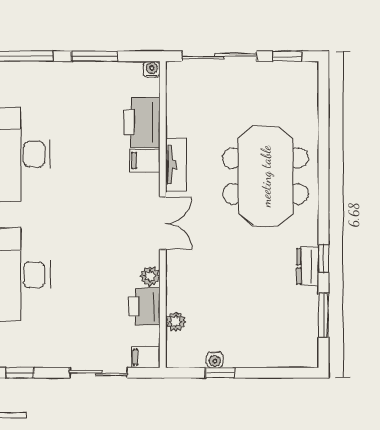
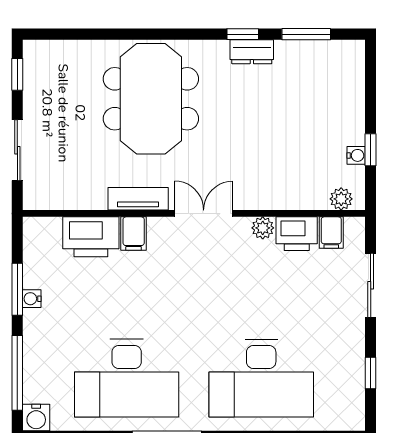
sliding door: (219, 56) -> (17, 150), width x0.73
water cooler: (152, 69) -> (32, 299), moved
meeting table: (266, 176) -> (151, 99), turned 90
plant: (176, 322) -> (341, 199), moved
filing cabinet: (146, 357) -> (331, 233), moved

